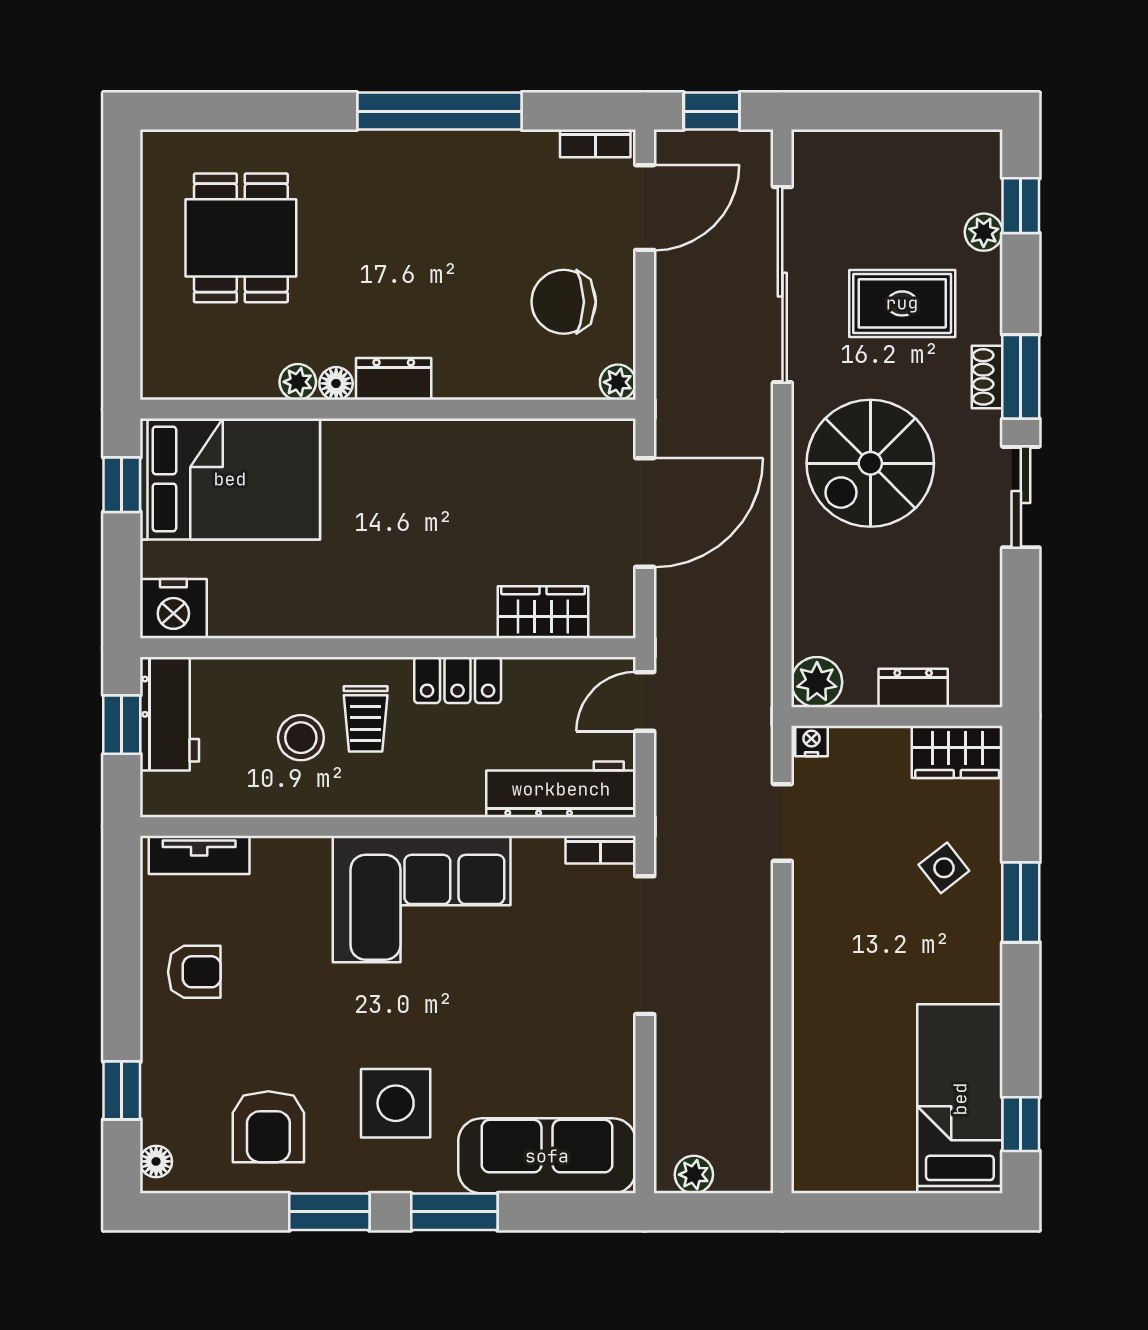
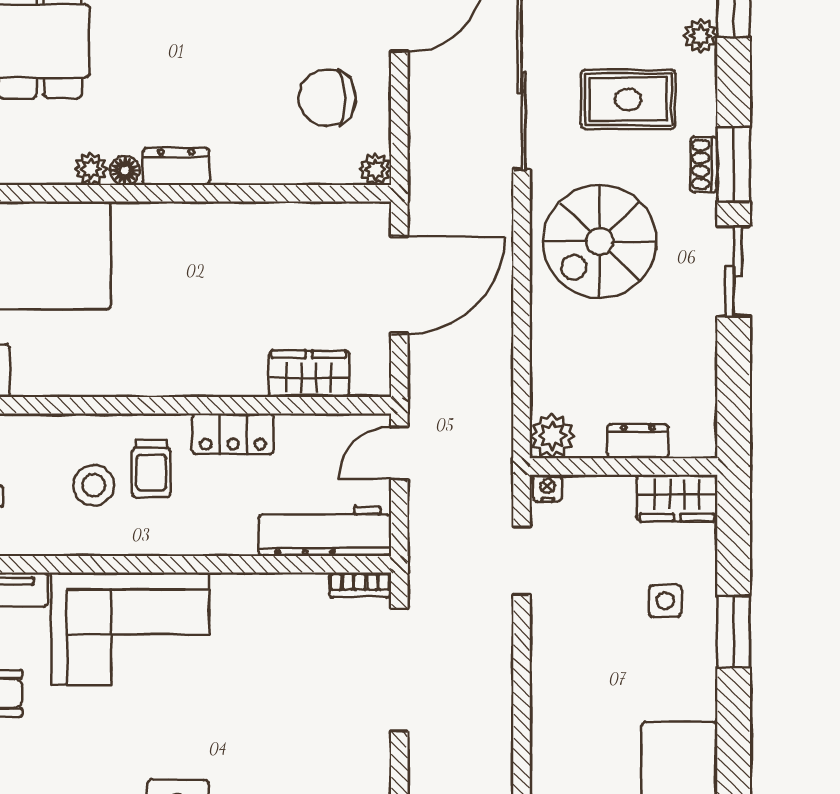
side table: (944, 868) -> (665, 601), turned 38
corner sofa: (422, 899) -> (130, 629), moved

